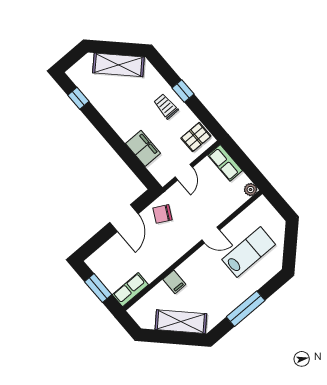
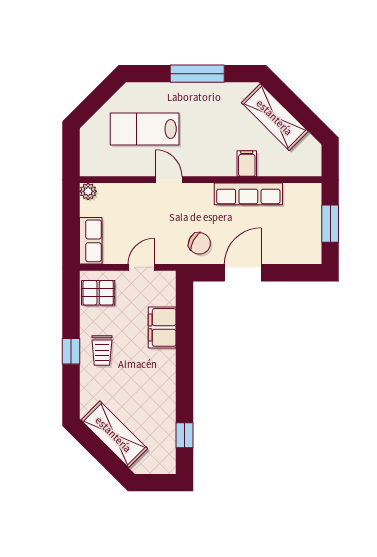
row of seats: (130, 290) -> (248, 194), moved, width x1.48

